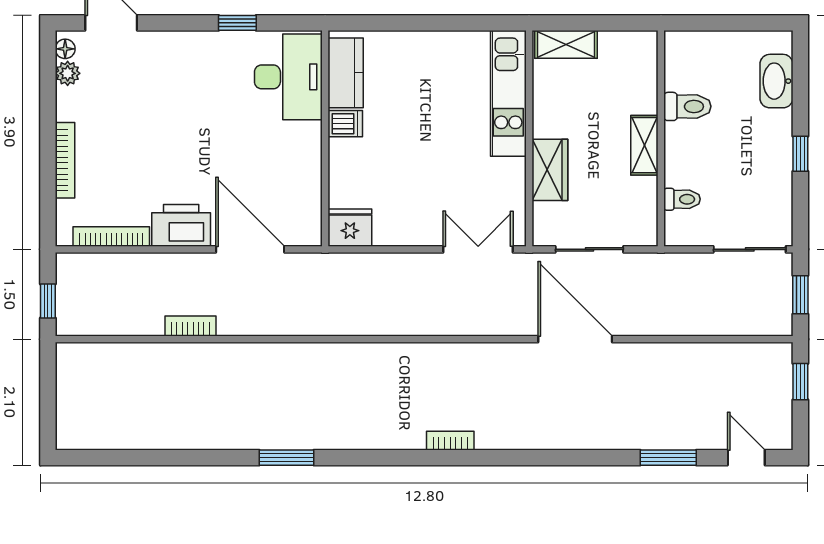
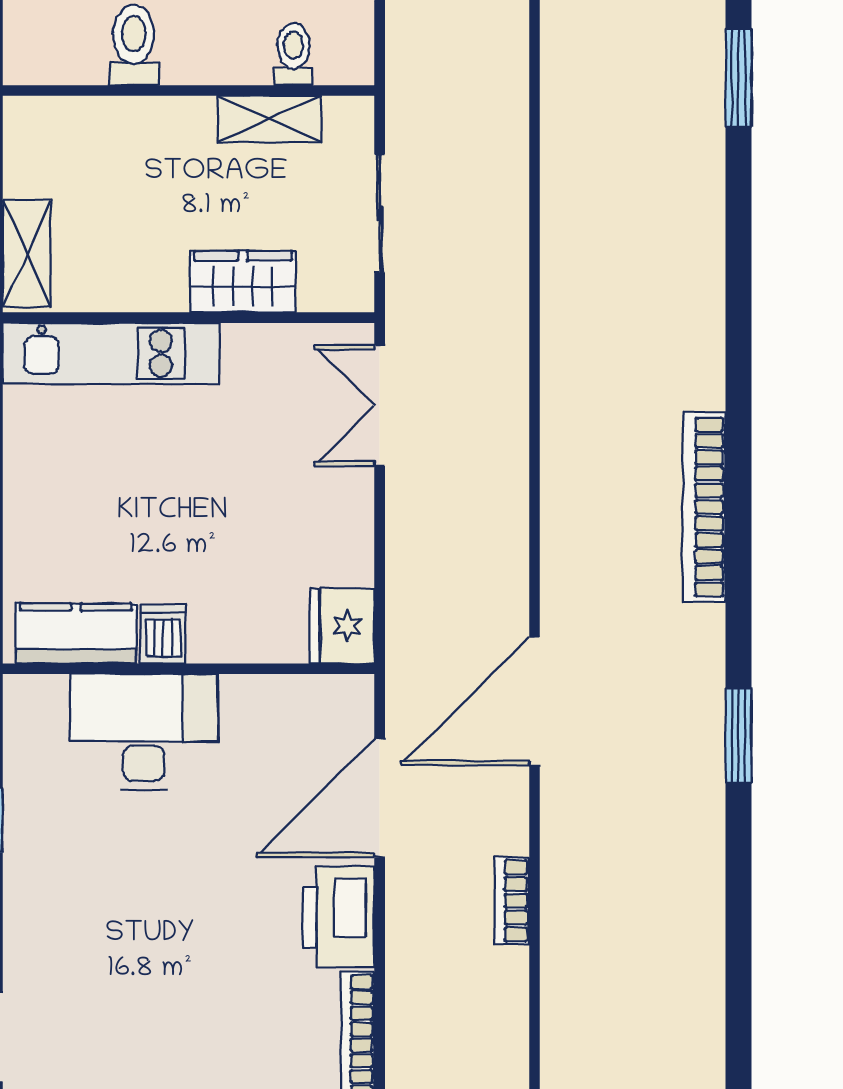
desk: (288, 77) -> (144, 732), moved
shelving: (644, 145) -> (270, 119), moved
door: (575, 339) -> (535, 701), moved
bookcase: (450, 441) -> (704, 507), width x2.31, depth x1.31

